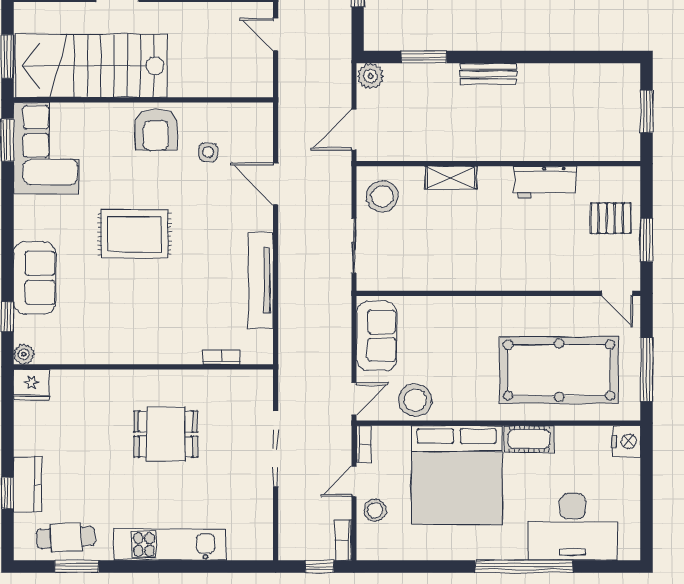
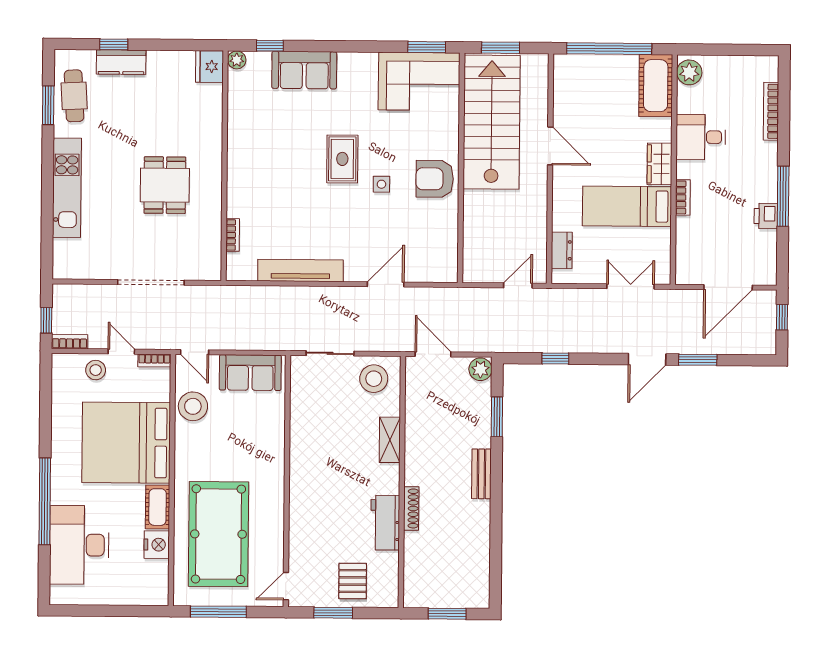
side table: (208, 152) -> (381, 184), moved
shoe rack: (528, 153) -> (411, 508), added
rug: (135, 234) -> (342, 159), width x0.73, depth x0.70
nightstand: (626, 441) -> (157, 545), moved, turned -90

